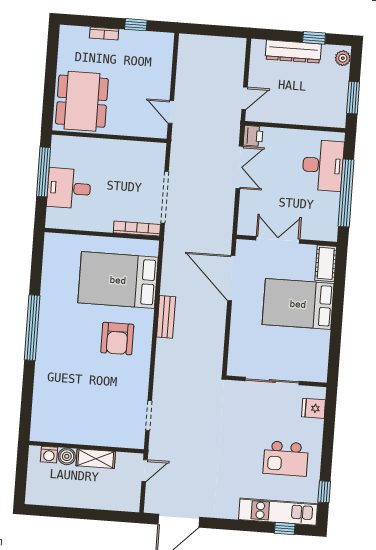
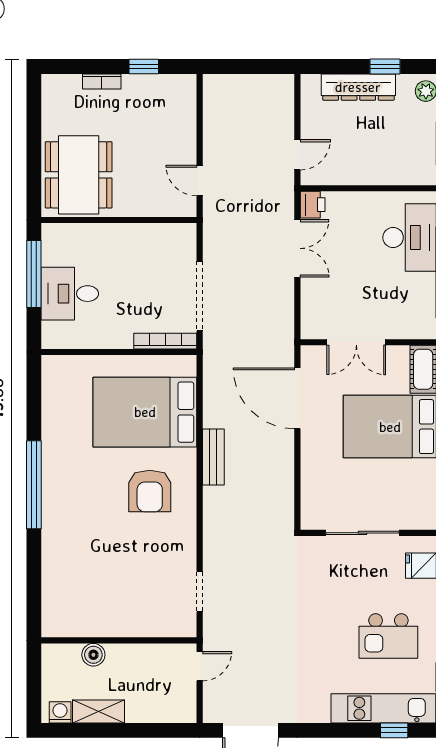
double door: (278, 240) -> (356, 342), swing flipped
washing machine: (49, 455) -> (60, 712), moved, turned 180
shelving: (96, 459) -> (98, 711), moved

